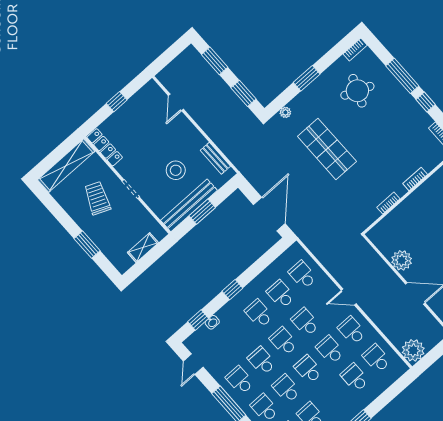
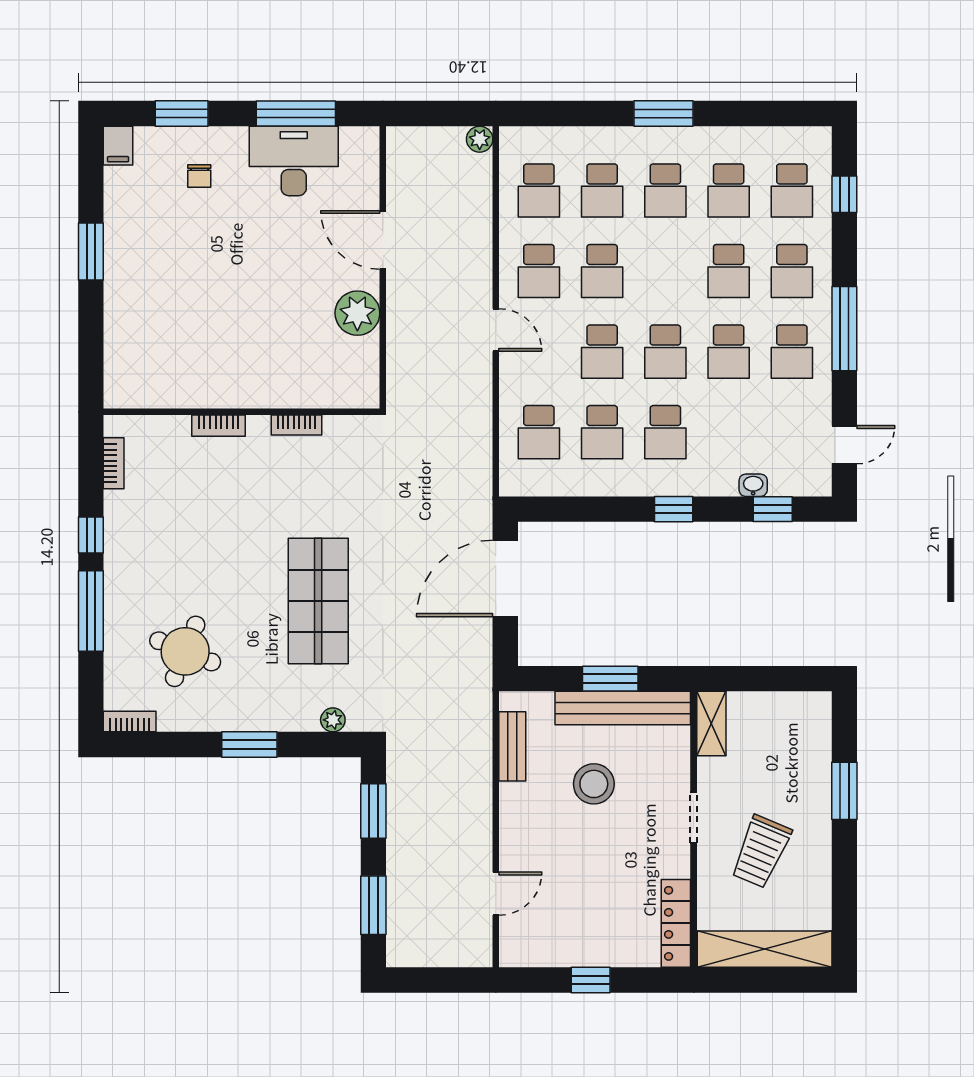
shelving: (143, 248) -> (711, 723), moved, turned 90
plant: (413, 350) -> (480, 139), width x0.53, depth x0.53
school desk: (308, 369) -> (665, 190), moved

